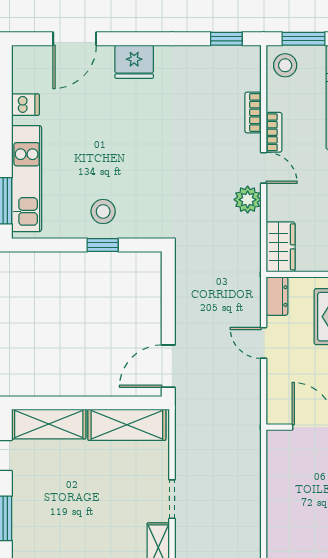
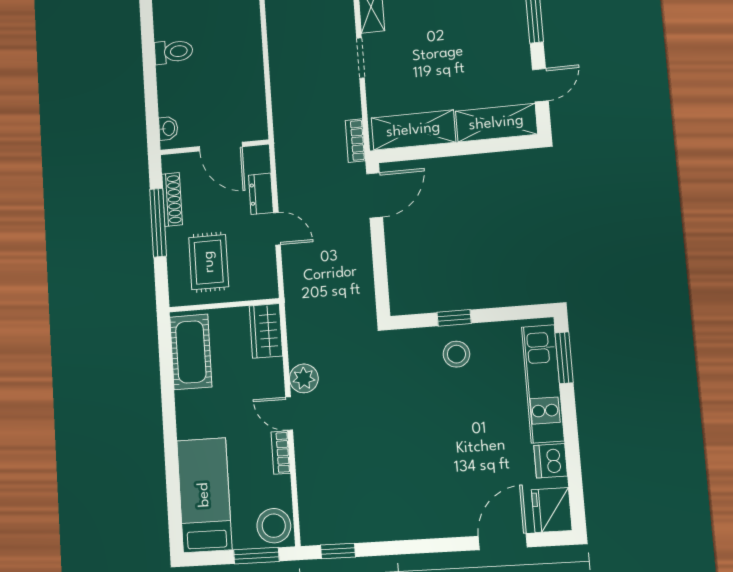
fridge: (134, 62) -> (552, 510), moved, turned -90
stool: (285, 65) -> (274, 526), width x1.38, depth x1.38
dishwasher: (25, 105) -> (551, 461), width x1.38
bookcase: (253, 112) -> (355, 141), moved, turned 180
dresser: (277, 296) -> (261, 194), moved

